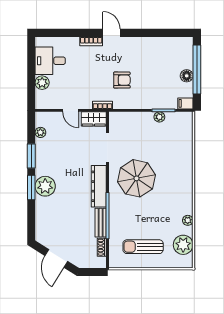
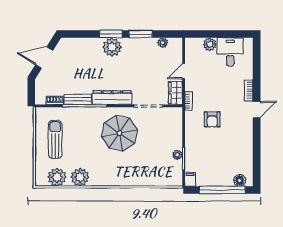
floor lamp: (187, 76) -> (240, 180), moved
plant: (188, 220) -> (80, 177), width x1.88, depth x1.88

